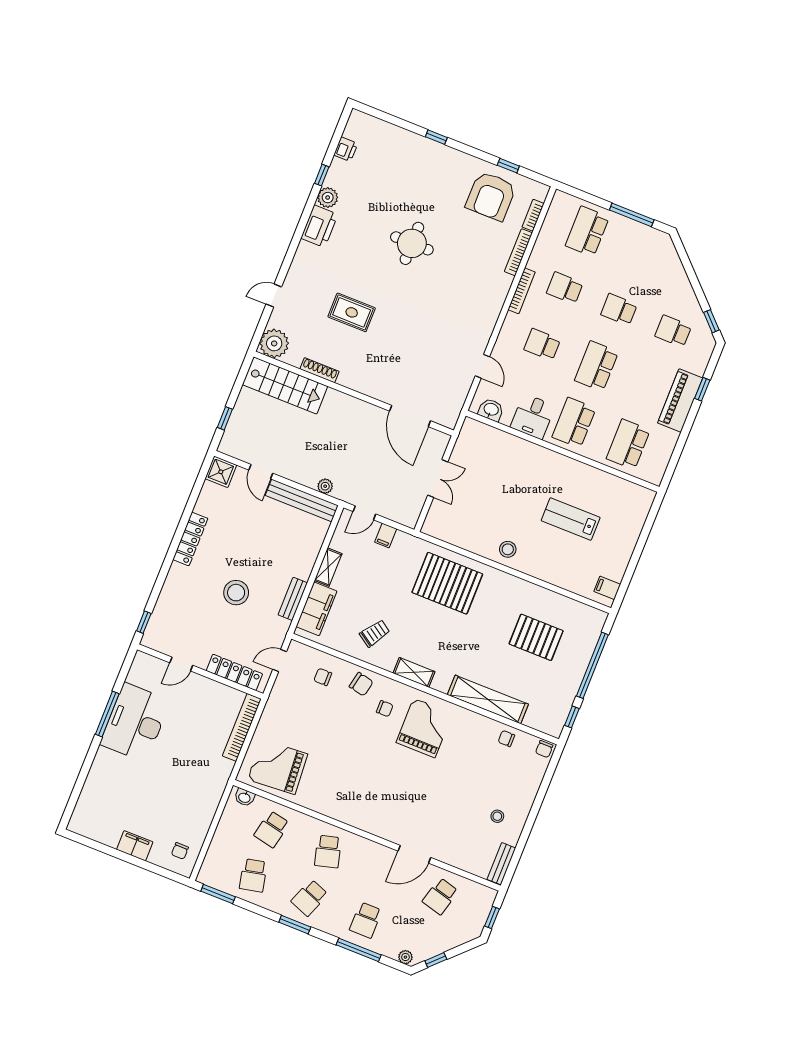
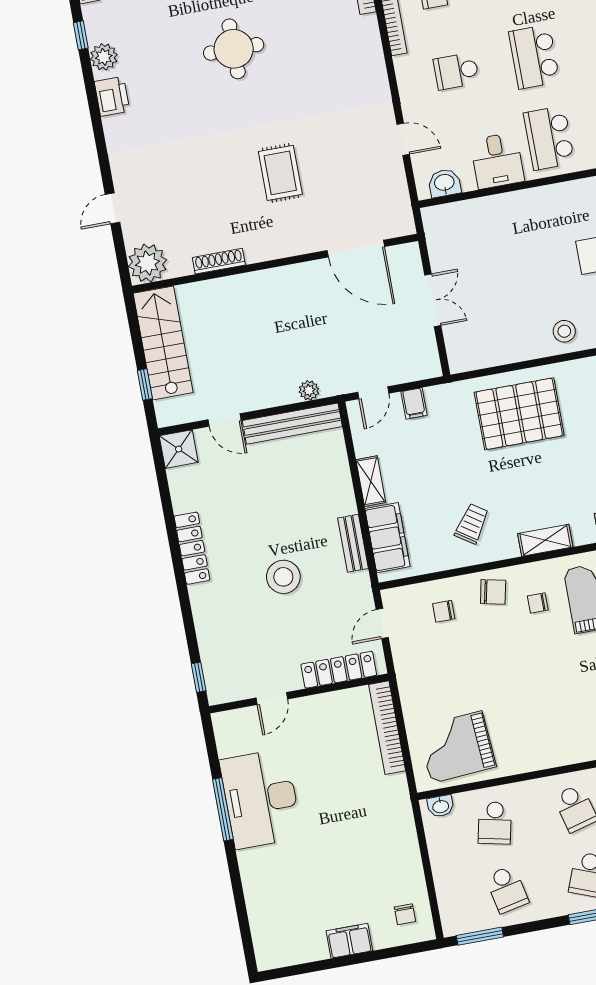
printer: (319, 226) -> (112, 96), width x0.73, depth x0.84
rug: (352, 312) -> (280, 173), moved, turned 90
stairs: (285, 385) -> (163, 343), moved, turned -90
chair: (385, 709) -> (538, 603), turned 180

